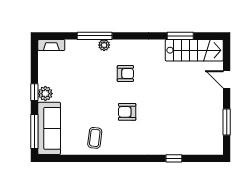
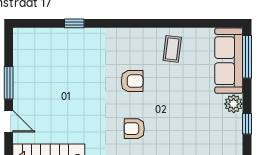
window: (34, 92) -> (247, 124), moved
window: (227, 122) -> (9, 83), moved

